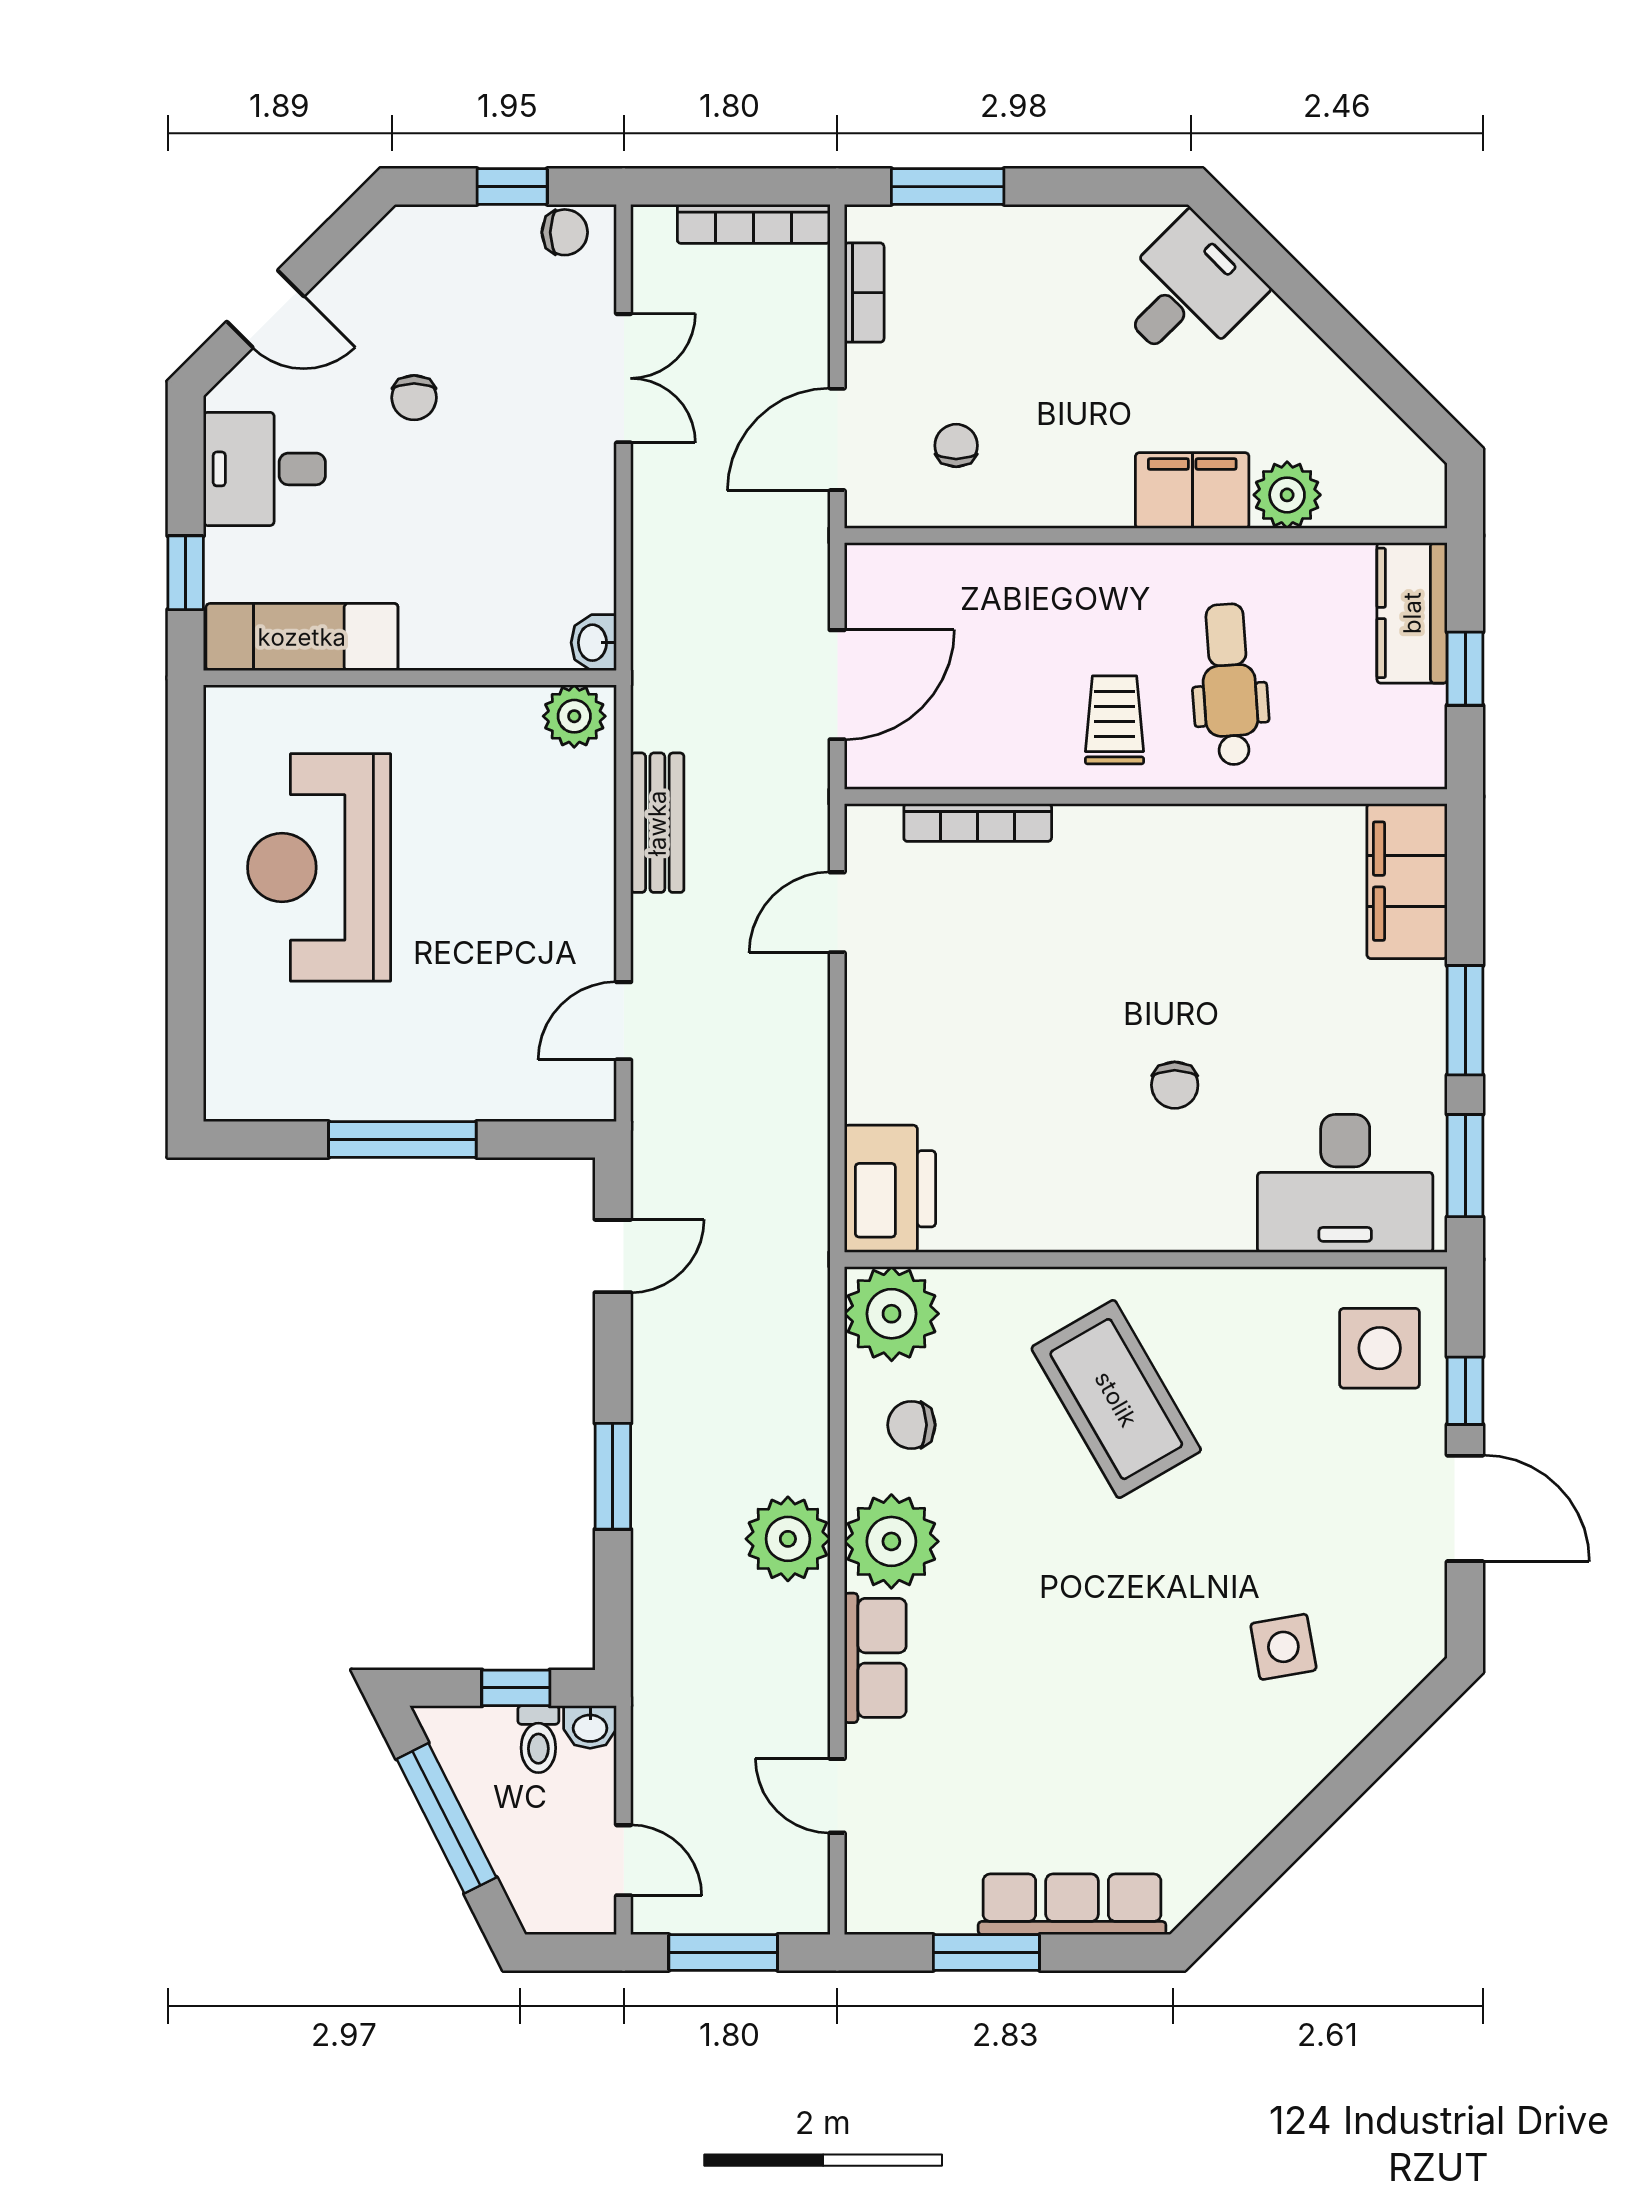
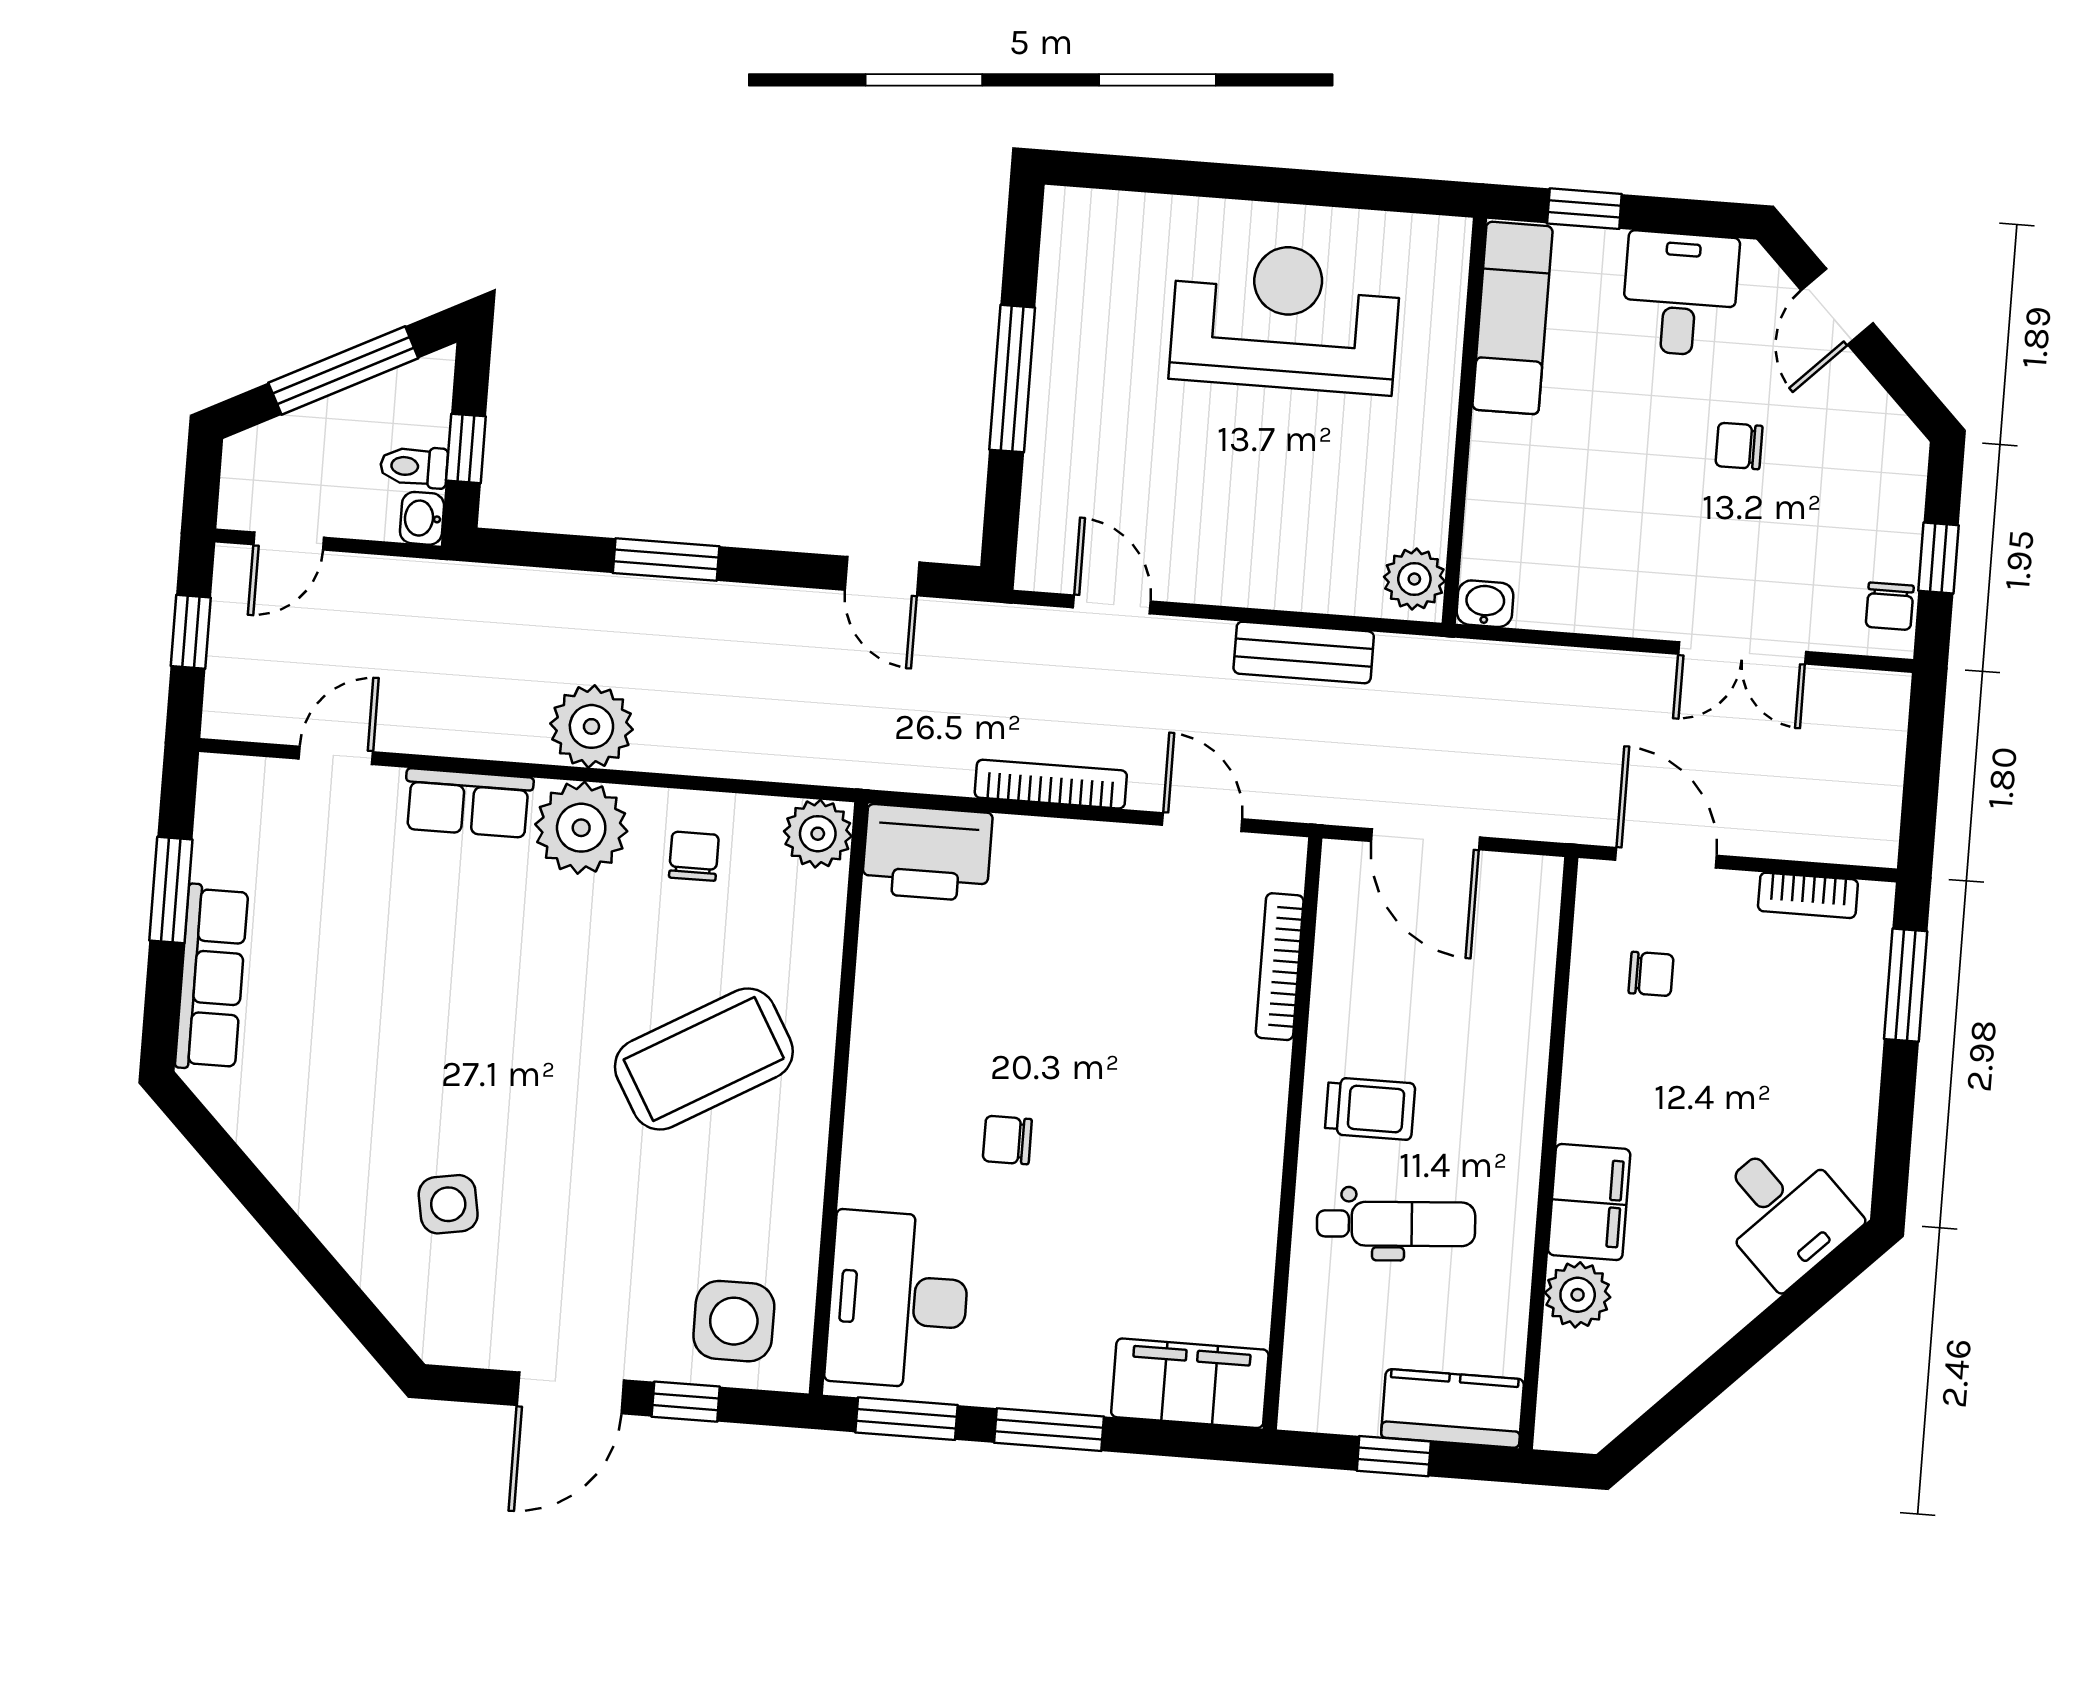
bookcase: (754, 224) -> (1051, 784), moved, turned 90
plant: (892, 1314) -> (818, 834), width x0.73, depth x0.73
window: (723, 1953) -> (191, 632), width x0.67

